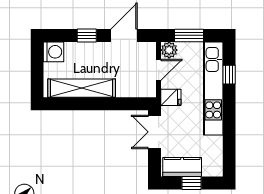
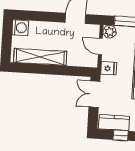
window: (87, 35) -> (47, 17), removed
door: (159, 70) -> (100, 46), swing flipped

